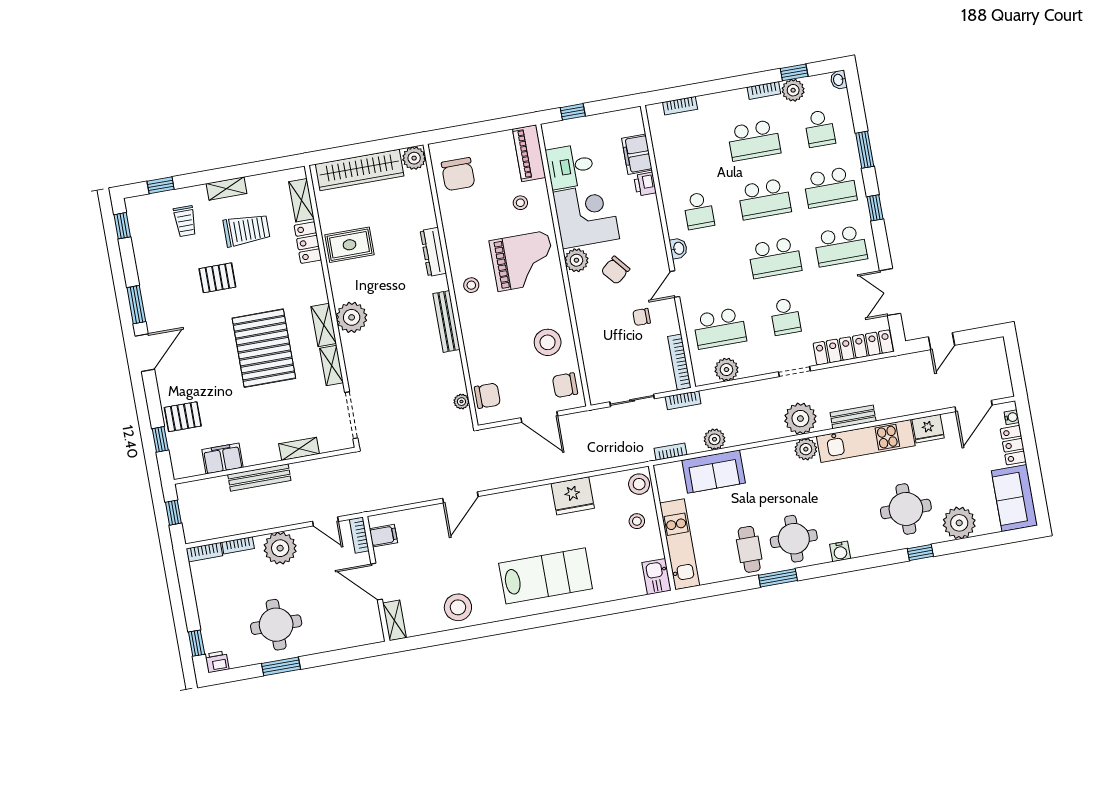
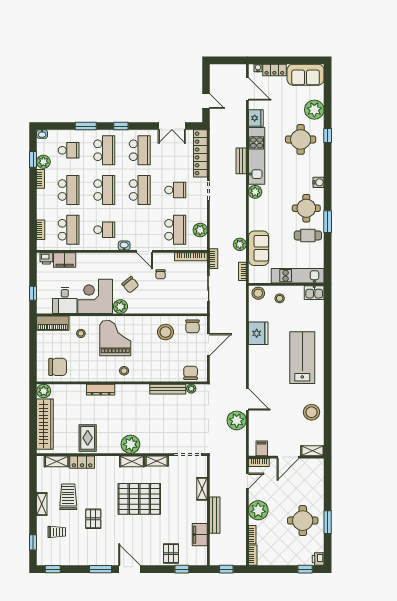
school desk: (688, 152) -> (69, 230), added
printer: (645, 184) -> (46, 258), moved
bench: (446, 321) -> (168, 389), moved
plant: (800, 419) -> (237, 420), moved

